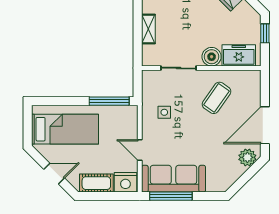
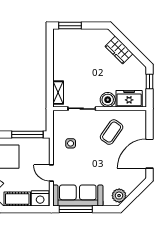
shelving: (148, 29) -> (58, 93), moved
plant: (247, 157) -> (119, 196), moved

